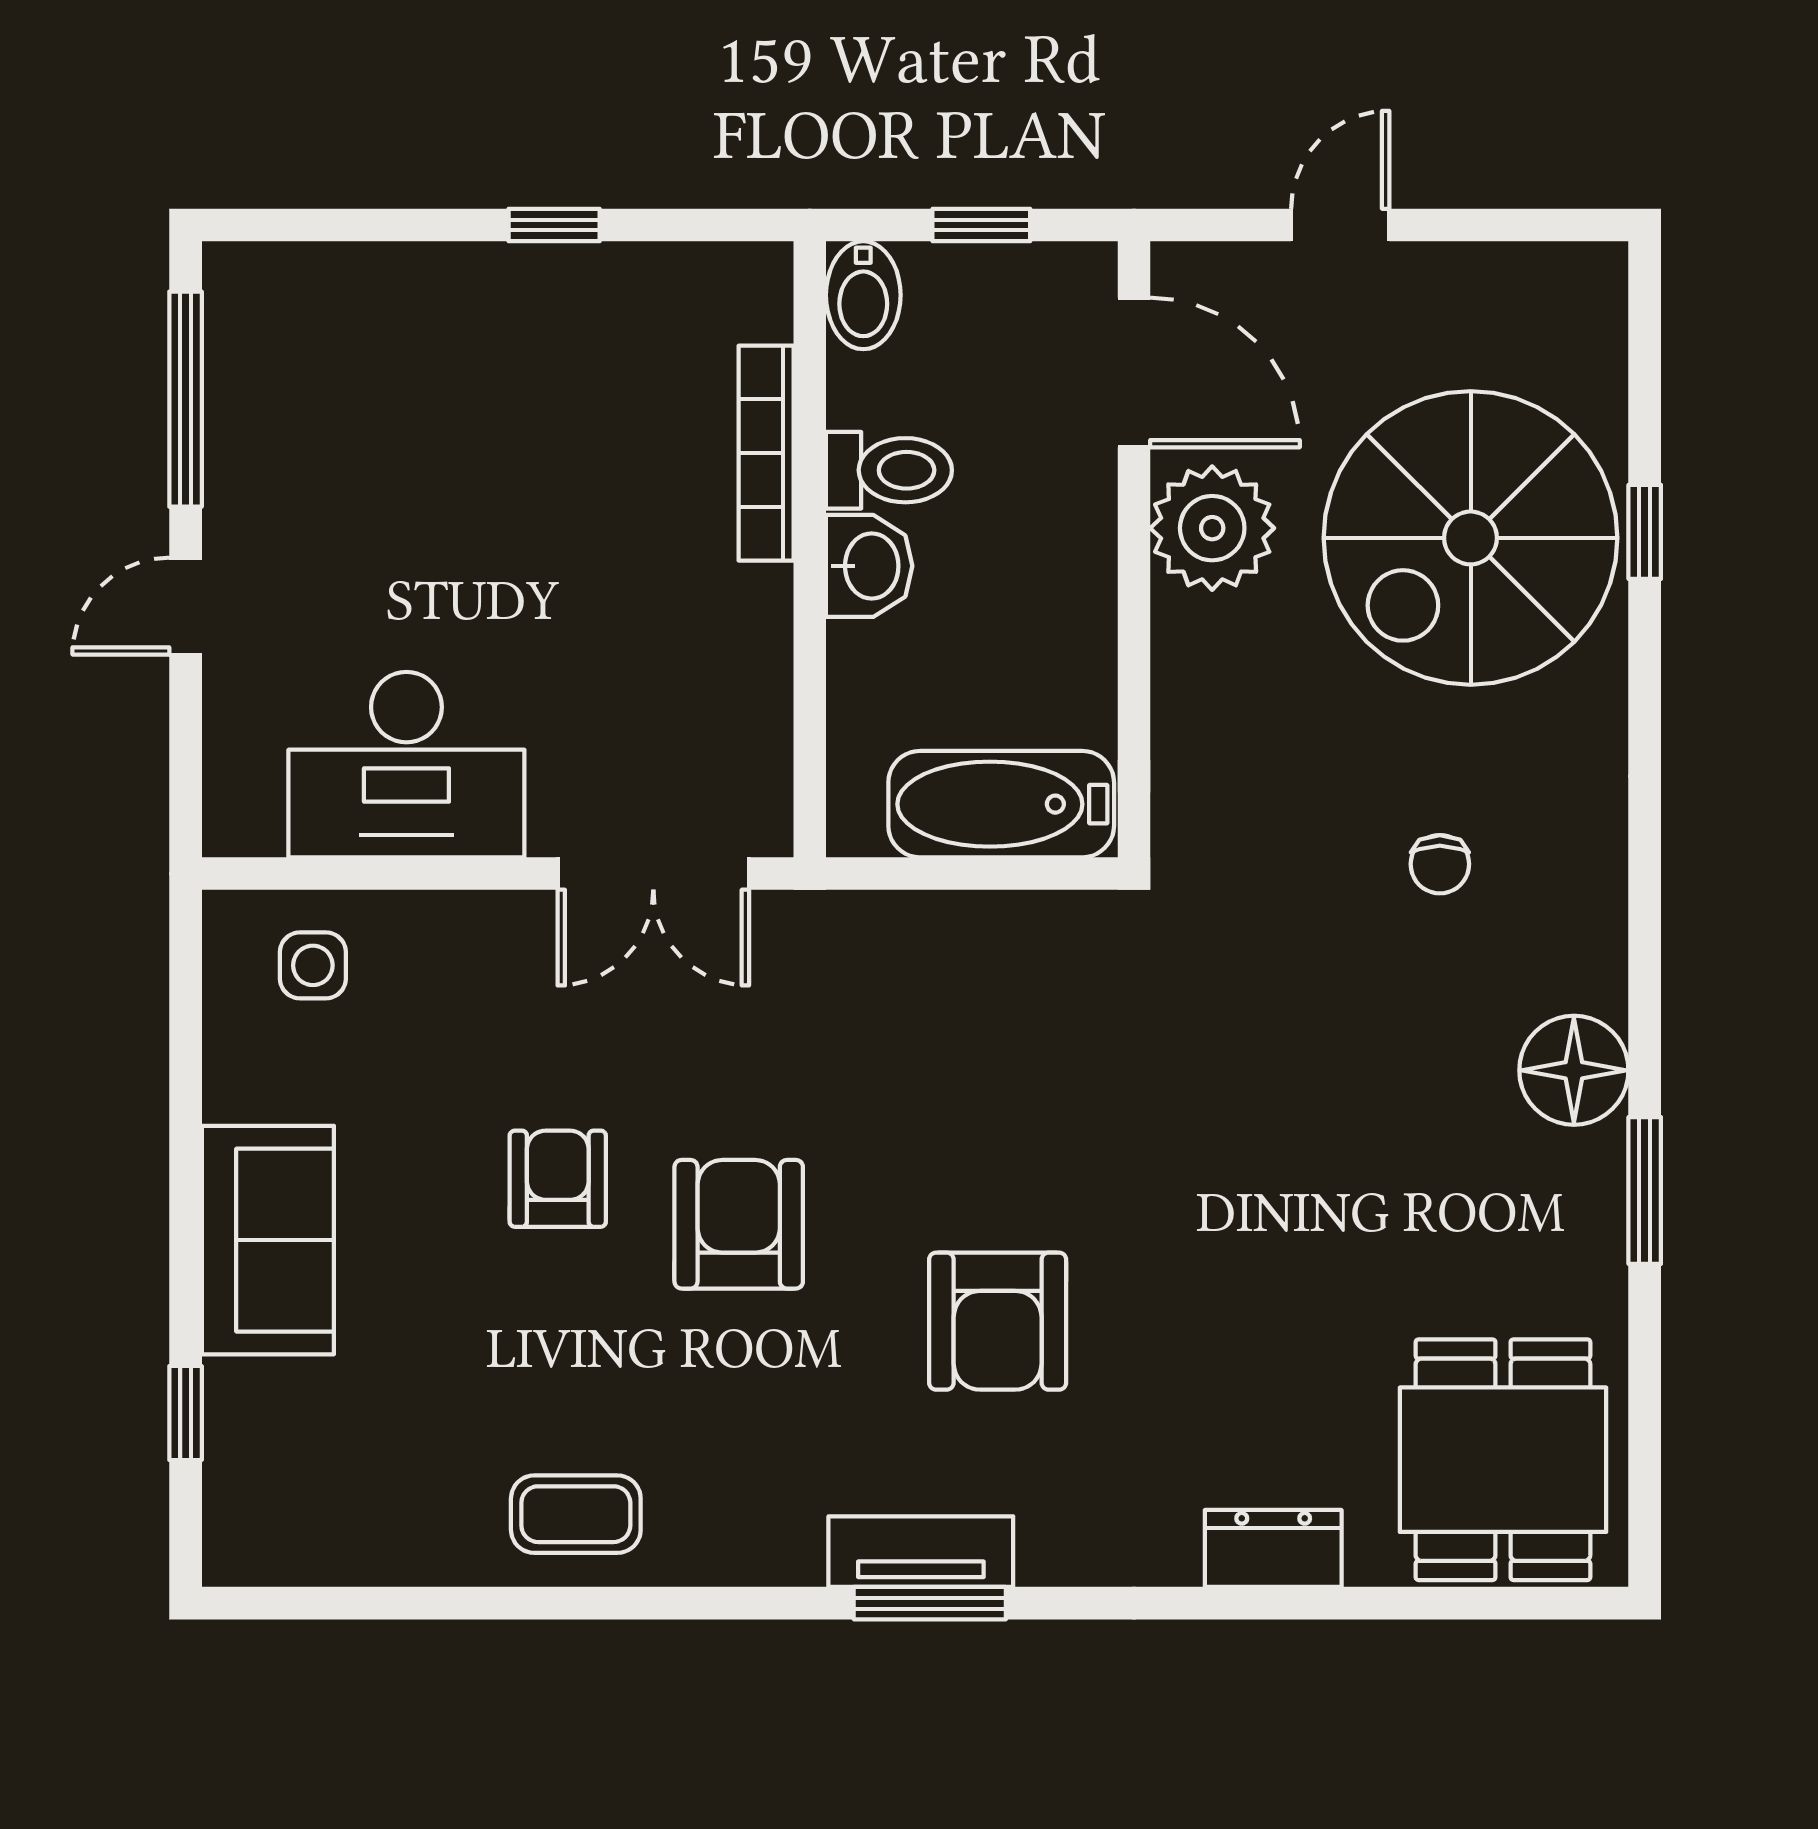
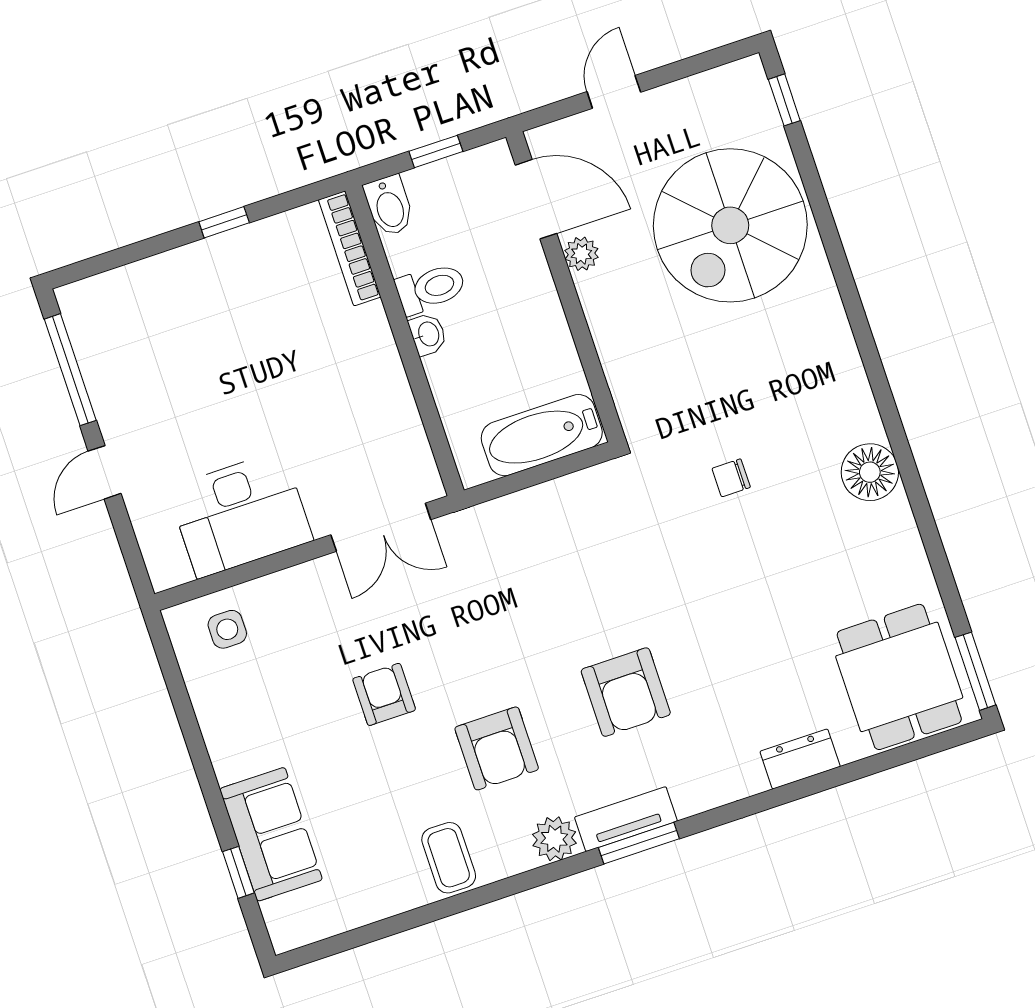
bookcase: (766, 453) -> (350, 248), moved
plant: (1212, 528) -> (581, 254), width x0.53, depth x0.53
window: (1645, 532) -> (784, 100), moved
washbasin: (869, 566) -> (428, 334), width x0.72, depth x0.69
chair: (1440, 864) -> (731, 478), moved, turned 90
window: (1645, 1191) -> (975, 671), moved
armchair: (739, 1224) -> (497, 748), moved, turned 180
sofa: (268, 1240) -> (271, 834), moved
coffee table: (576, 1514) -> (449, 858), turned 90
plant: (779, 1544) -> (554, 839), added

